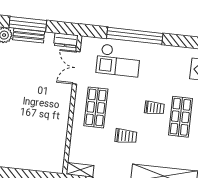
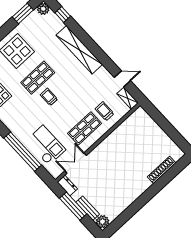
window: (28, 24) -> (73, 206), moved
double door: (76, 68) -> (76, 163), swing flipped
trolley: (126, 136) -> (105, 111), moved

